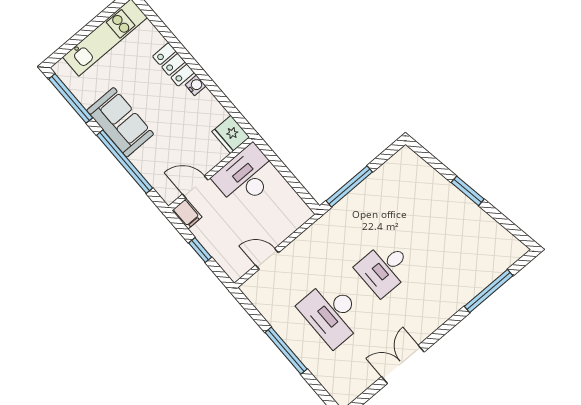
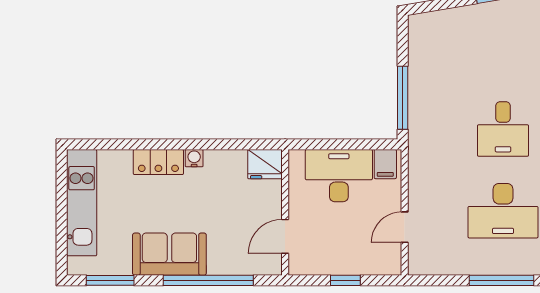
window: (71, 98) -> (110, 280), width x0.69
desk: (246, 176) -> (339, 176), moved, turned 90
filing cabinet: (187, 214) -> (385, 164), moved, turned 90

